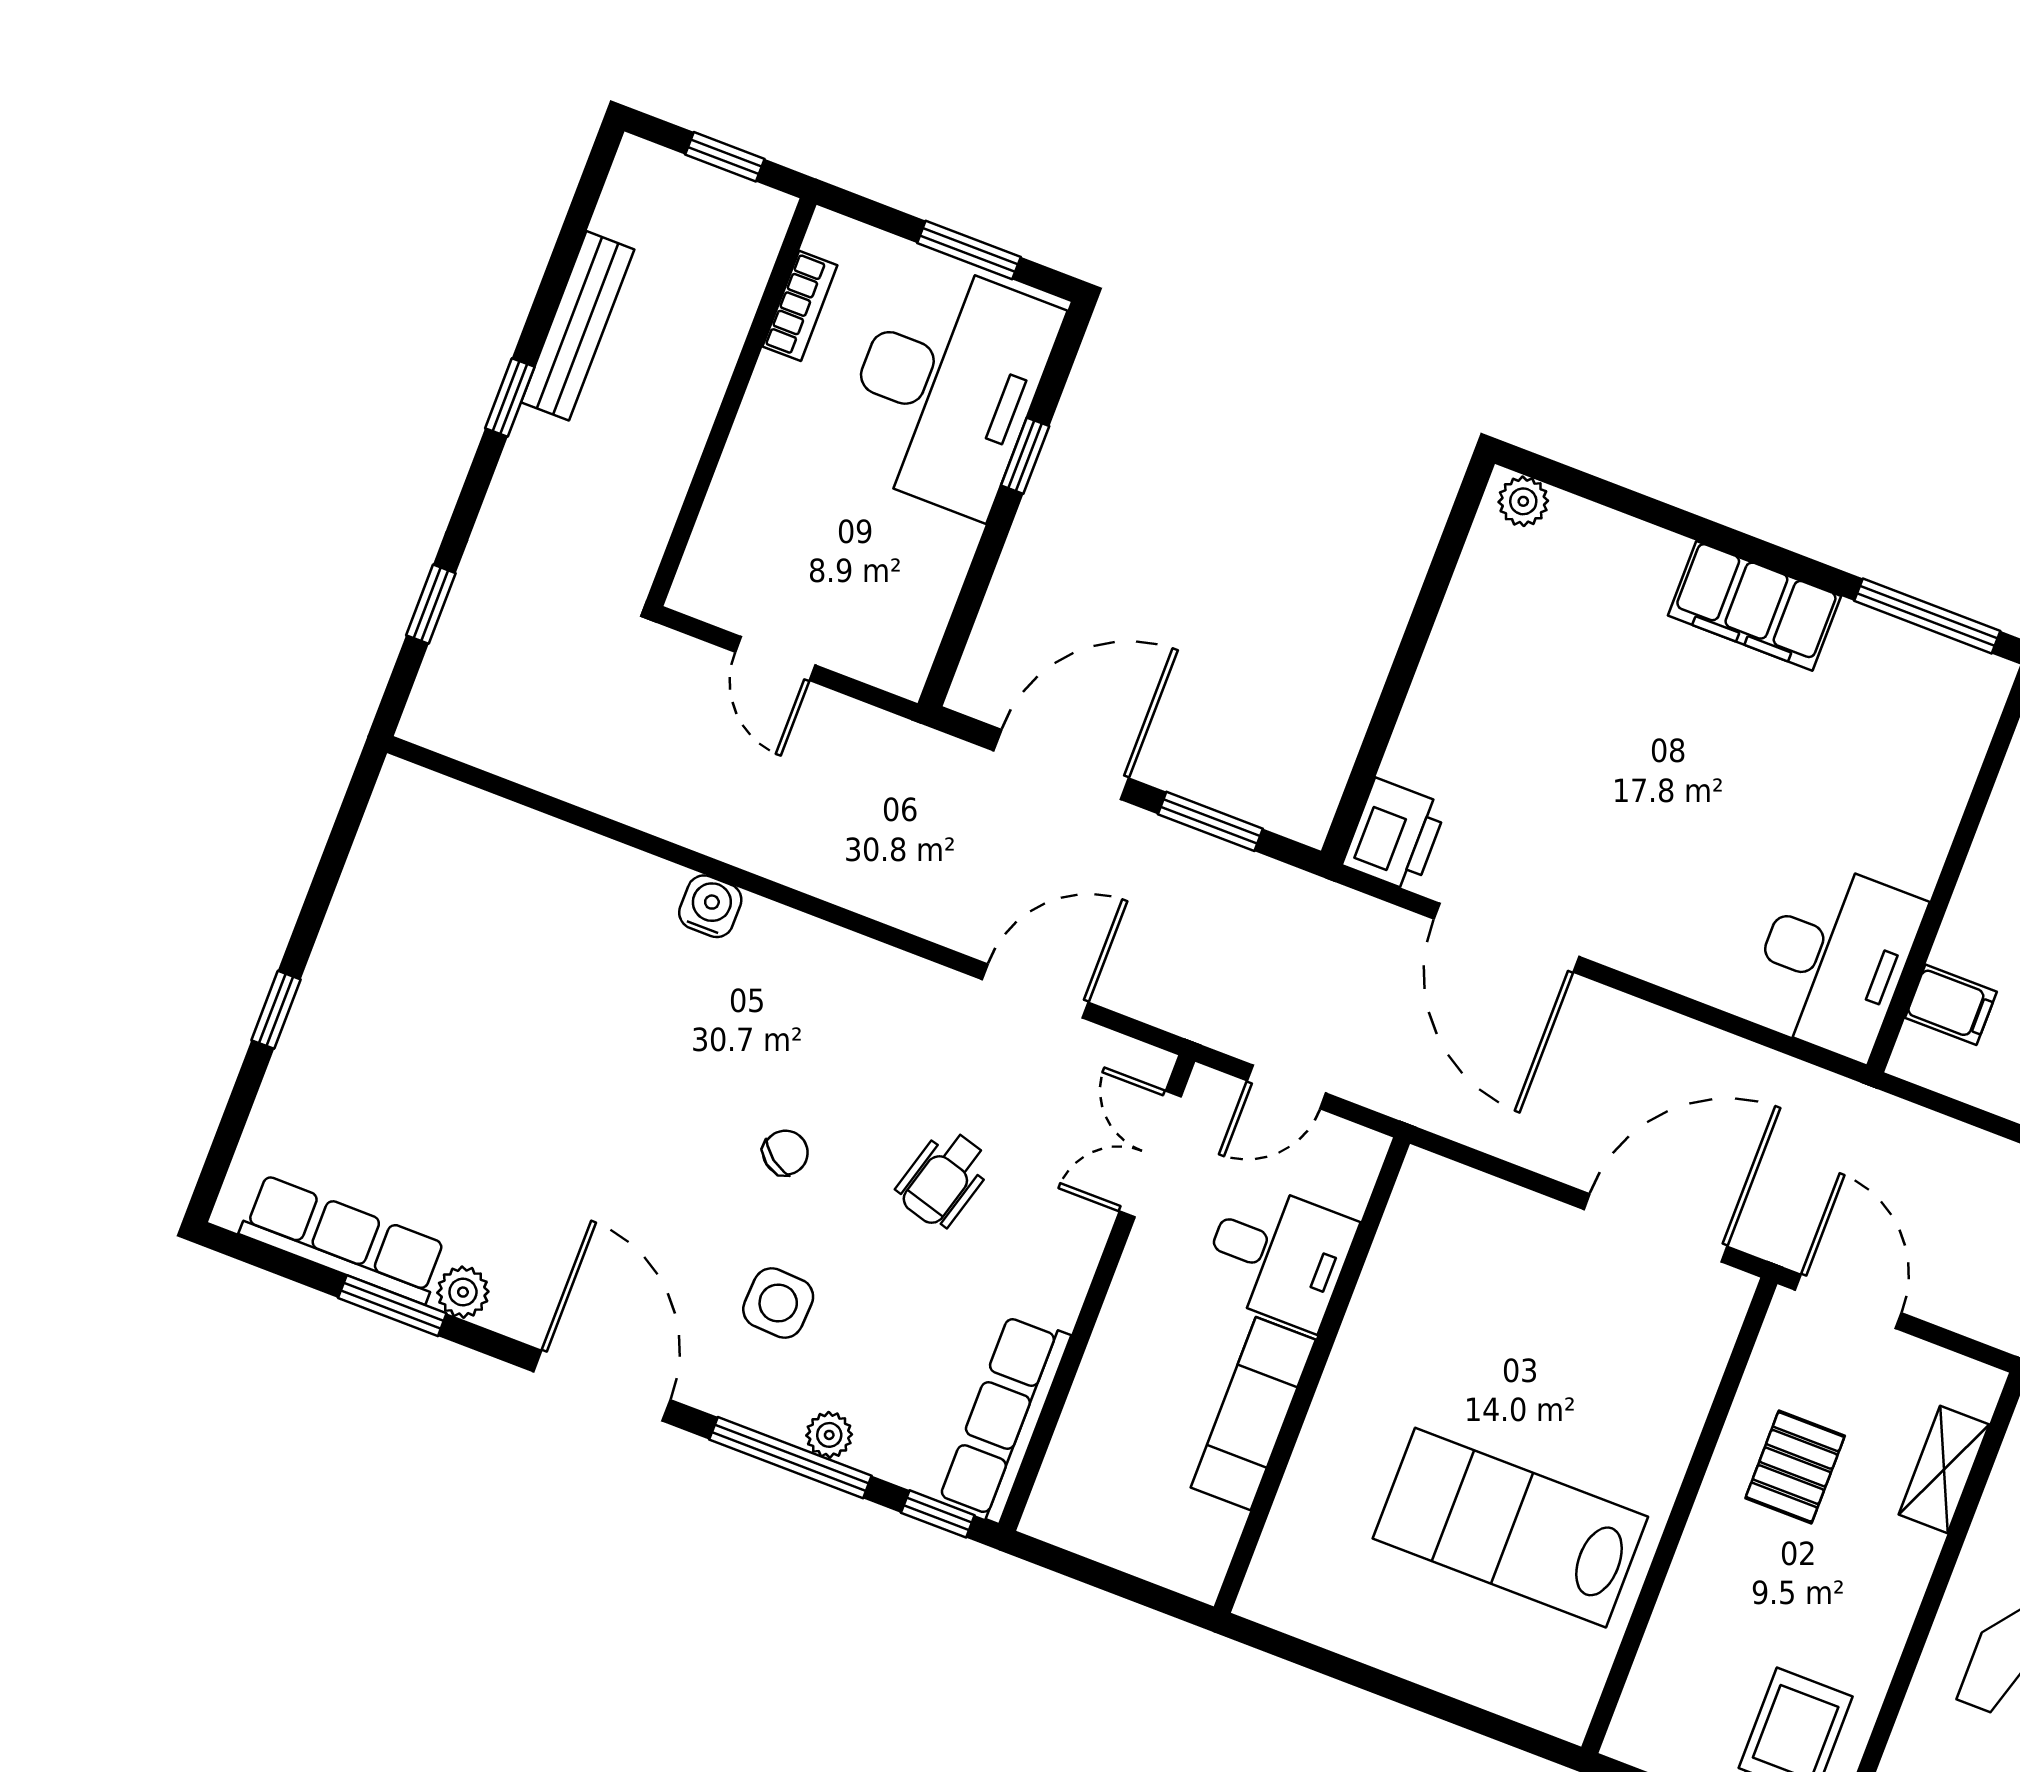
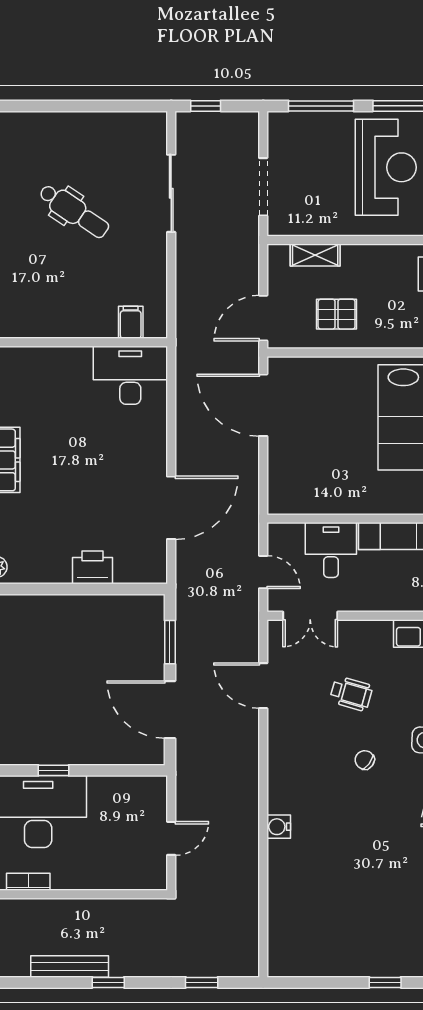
printer: (1395, 835) -> (92, 567), moved

